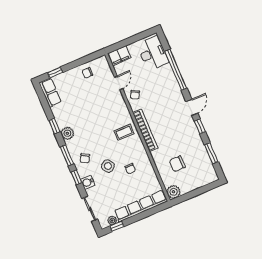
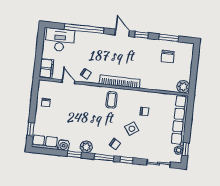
chair: (177, 164) -> (168, 57), moved
water cooler: (88, 182) -> (64, 145), moved

